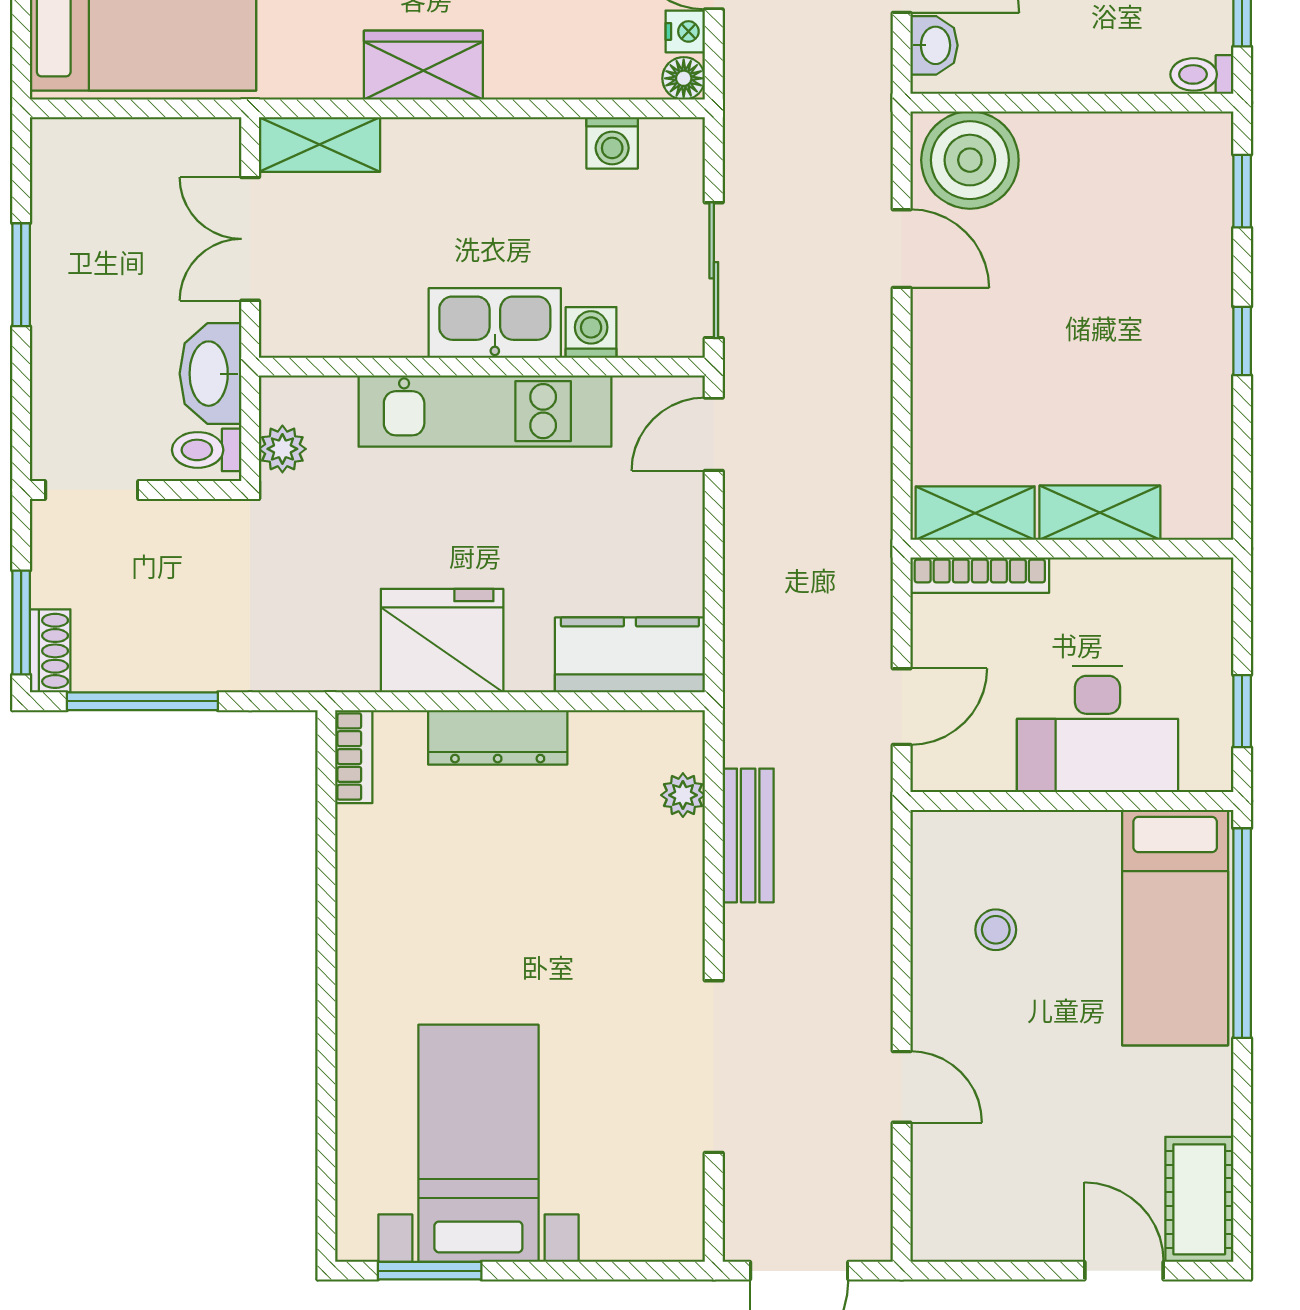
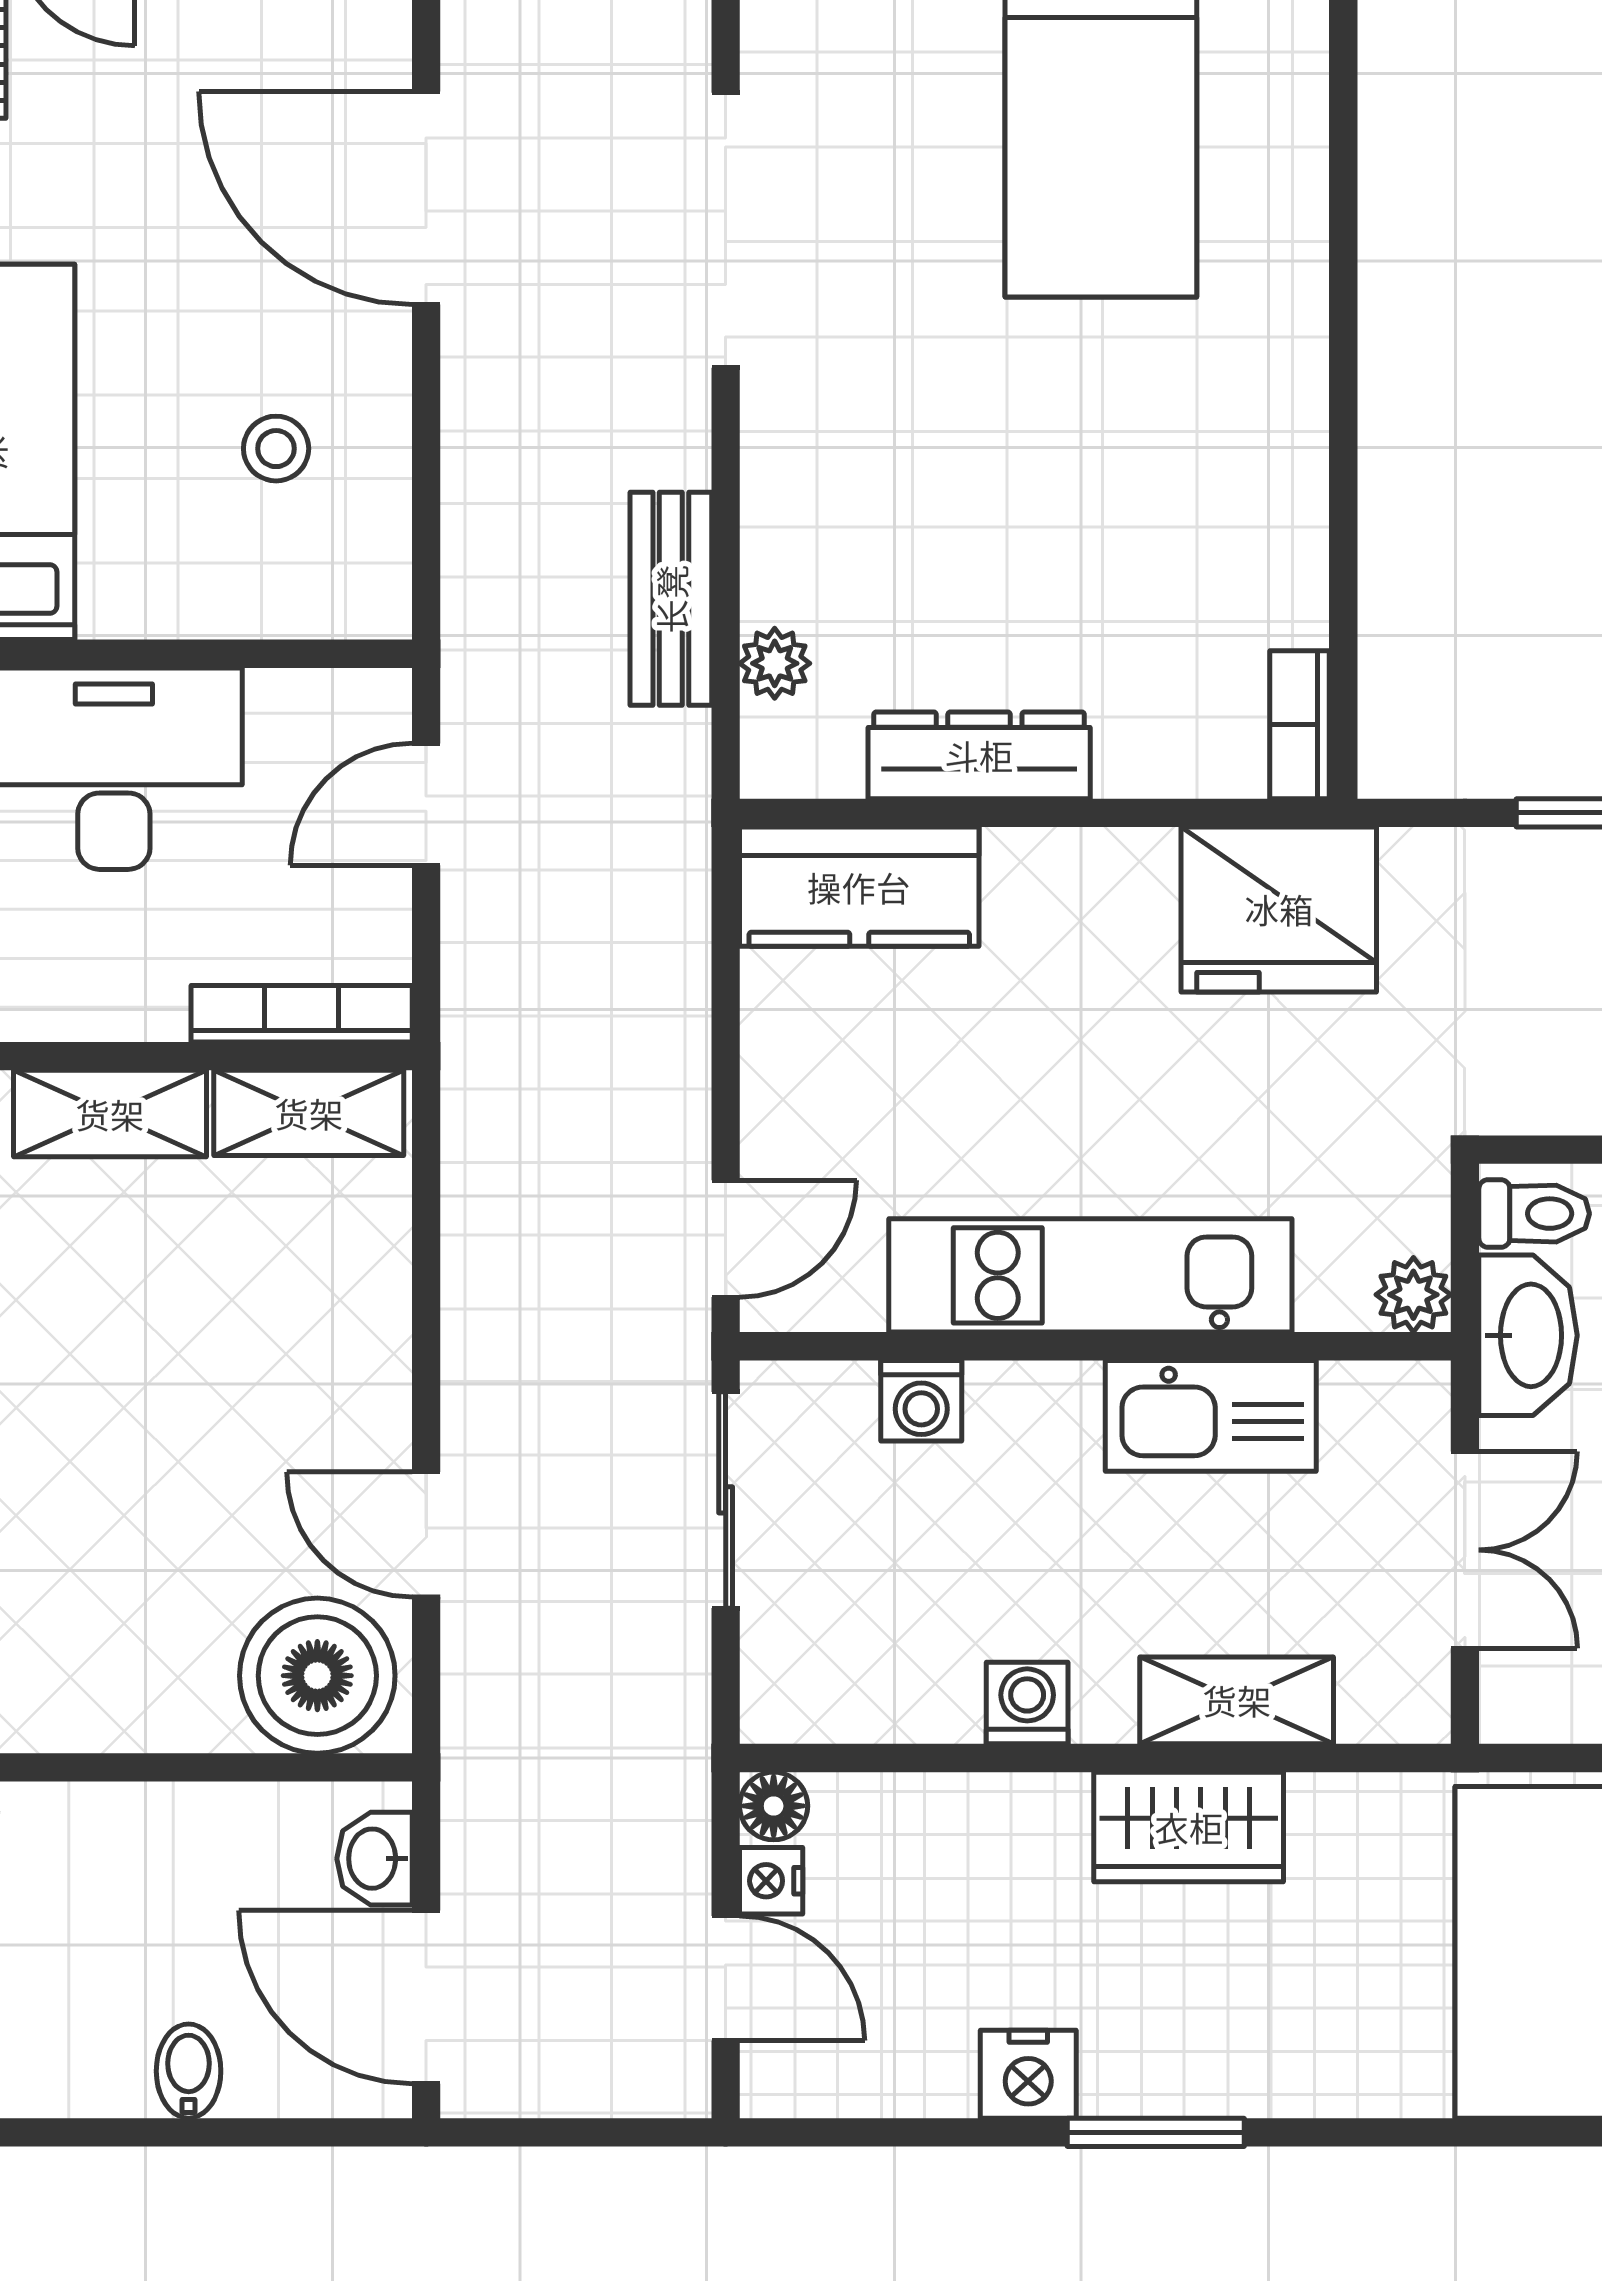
washing machine: (612, 143) -> (1027, 1703), moved
shelving: (320, 145) -> (1237, 1700), moved
kitchen sink: (495, 323) -> (1211, 1416), moved
plant: (282, 449) -> (1413, 1295), moved
fridge: (442, 641) -> (1279, 909), moved
dresser: (498, 737) -> (979, 755), moved
door: (902, 1087) -> (426, 198), width x1.88

